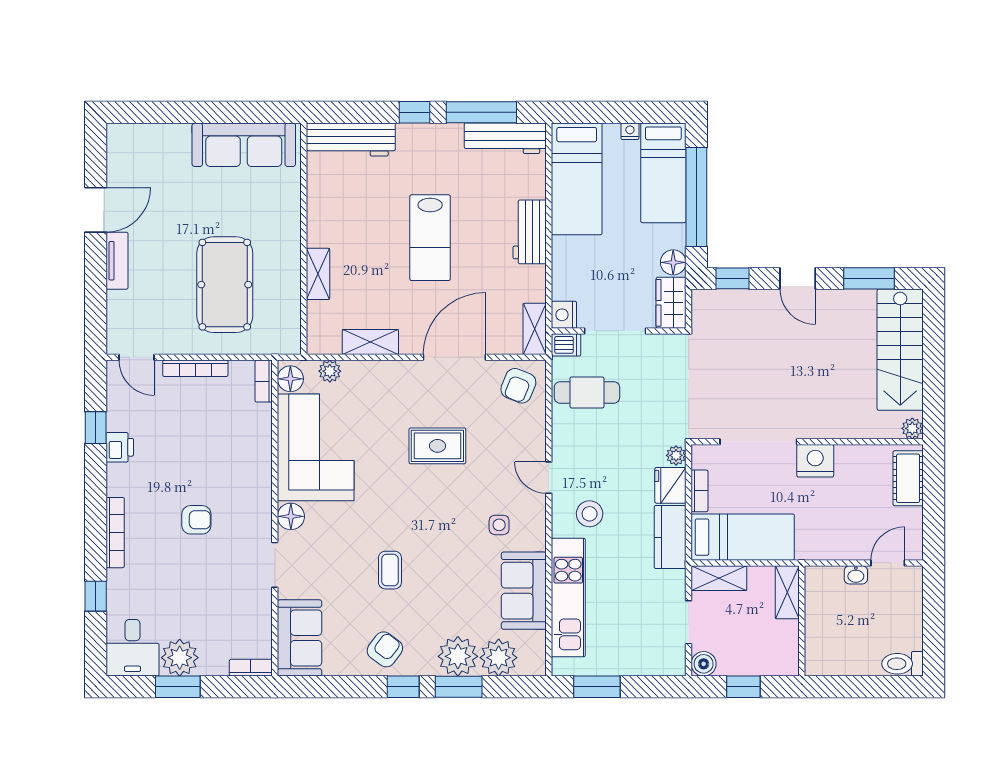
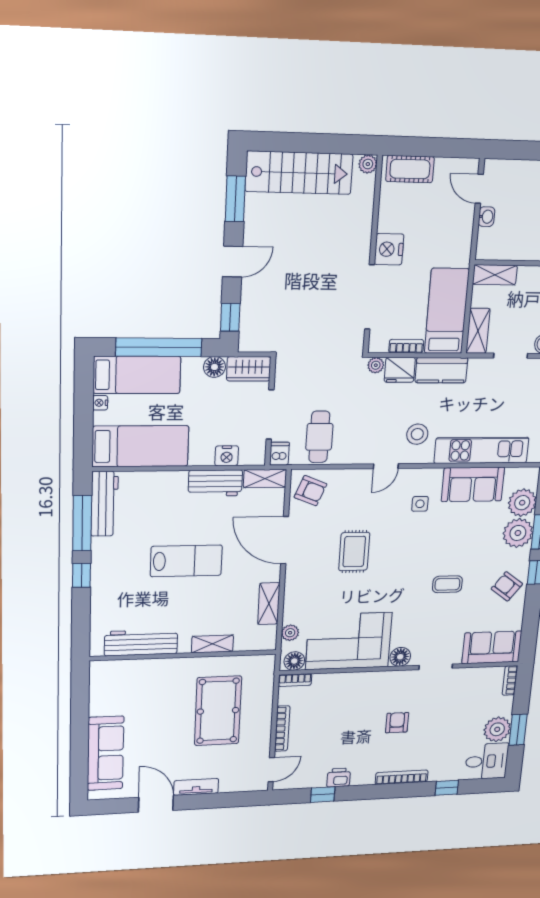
workbench: (351, 139) -> (141, 643), moved, turned -90
sofa: (244, 145) -> (105, 753), moved
workbench: (530, 232) -> (215, 483), moved
pool table: (225, 285) -> (218, 711), turned 90
nightstand: (564, 315) -> (227, 456), moved

